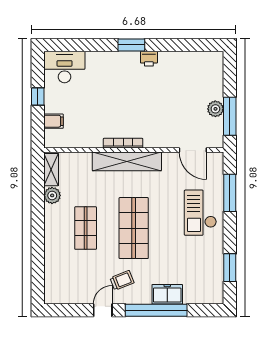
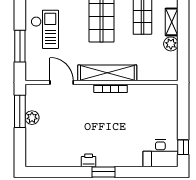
window: (38, 97) -> (183, 147), moved
filing cabinet: (53, 121) -> (170, 107), removed
door: (193, 150) -> (62, 83), moved
shelving: (51, 170) -> (172, 22), moved

